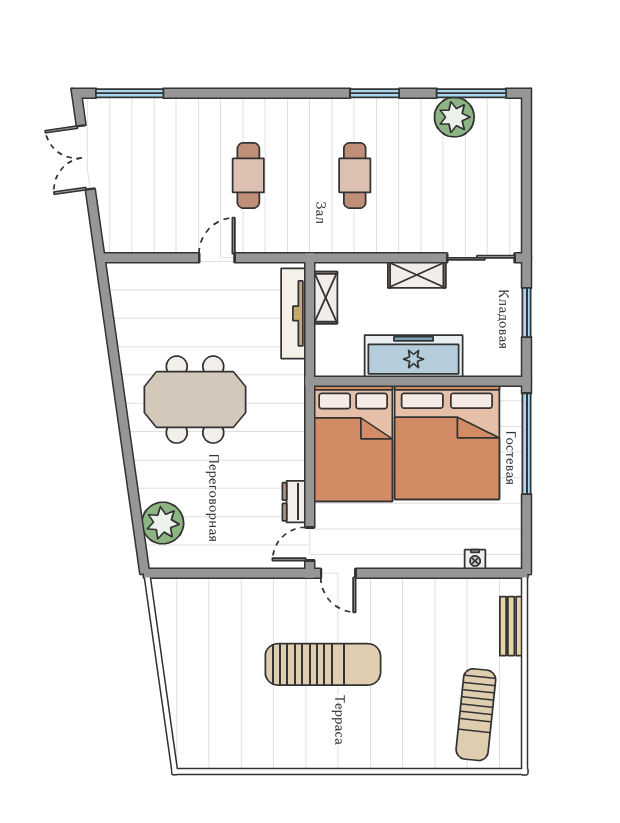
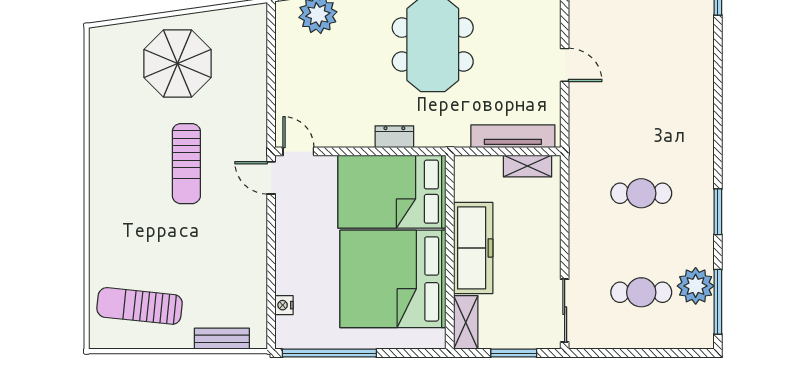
cafe table: (248, 175) -> (641, 292), moved
shelving: (417, 275) -> (466, 322), moved
window: (527, 444) -> (329, 353), moved
dresser: (294, 502) -> (394, 137), moved
door: (338, 573) -> (271, 178), hinge flipped
sun lounger: (323, 664) -> (186, 164), width x0.73, depth x0.75
parasol: (215, 674) -> (177, 63), added

